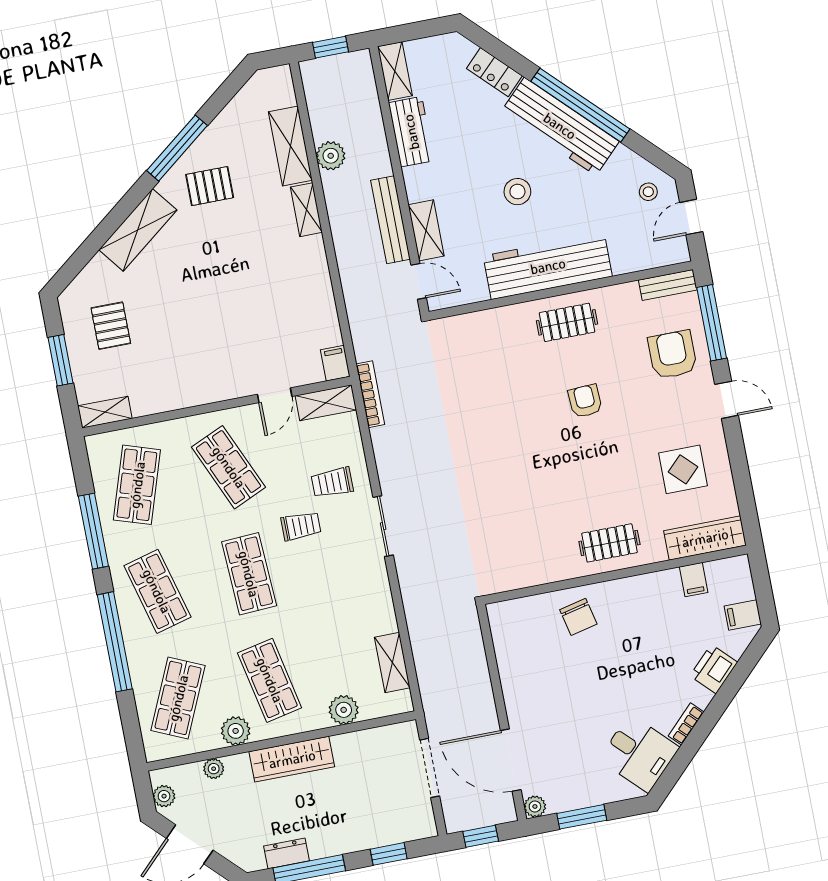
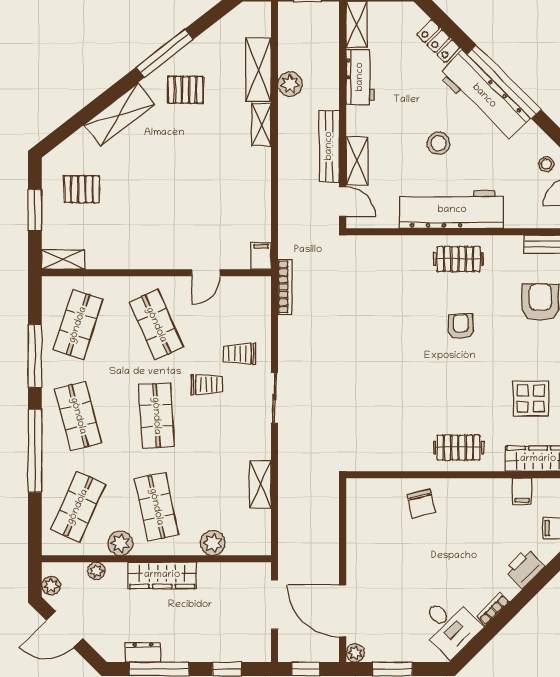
pallet: (111, 326) -> (82, 189), turned 90
shelving: (326, 403) -> (247, 287), removed
shelving: (392, 662) -> (260, 484), moved

